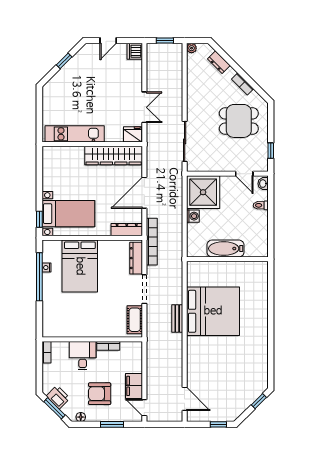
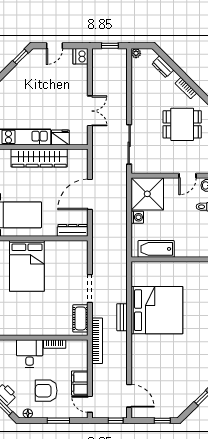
window: (64, 61) -> (21, 57), moved
fridge: (133, 134) -> (60, 137), moved
wardrobe: (114, 155) -> (39, 158), moved
door: (244, 174) -> (188, 176), hinge flipped
bookcase: (152, 242) -> (97, 341), moved
bathtub: (225, 249) -> (156, 249), moved
dresser: (136, 258) -> (82, 258), removed
window: (171, 424) -> (116, 421), added

